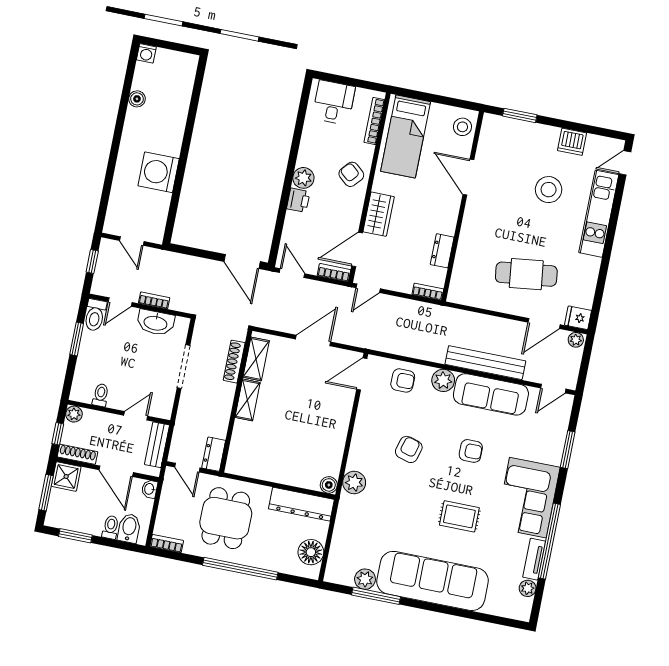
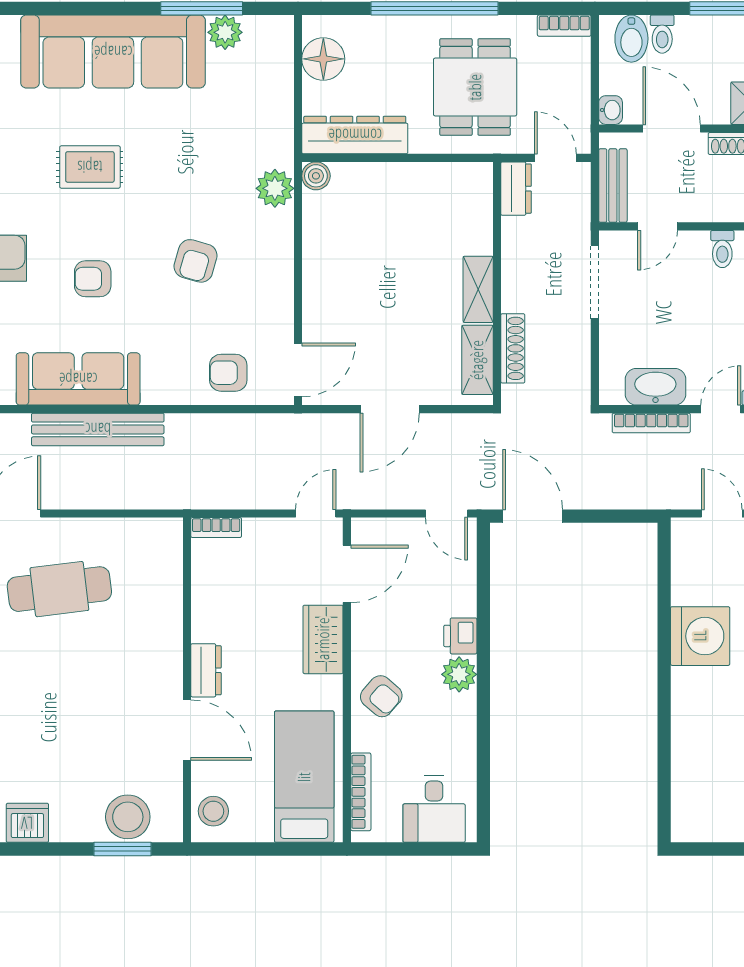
stool: (549, 190) -> (128, 817), moved
dresser: (442, 251) -> (206, 670), moved
bookcase: (334, 273) -> (377, 528), removed
bookcase: (154, 300) -> (651, 423), width x1.56
doorway: (183, 367) -> (595, 282), moved
plant: (443, 380) -> (162, 386), removed

